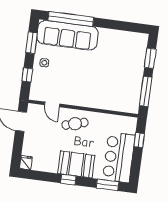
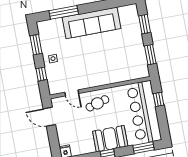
window: (71, 19) -> (64, 12), width x0.68
sofa: (68, 35) -> (91, 23), moved
window: (146, 91) -> (150, 55), width x0.69
bar counter: (119, 157) -> (144, 112), width x1.36

